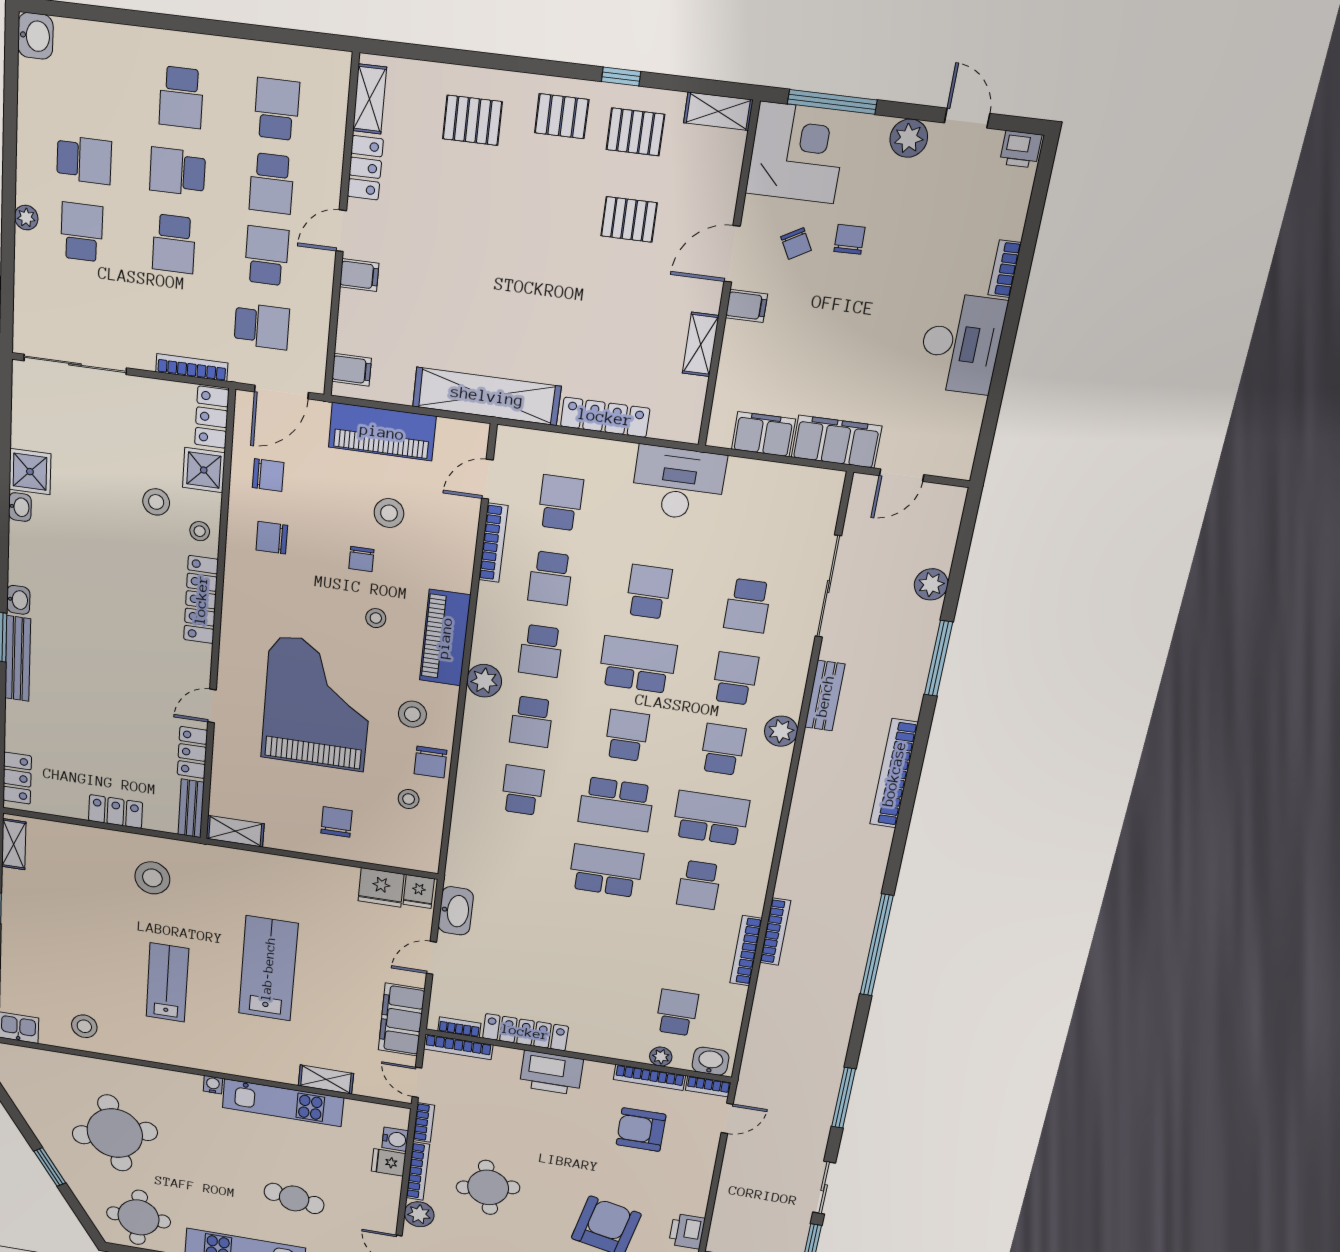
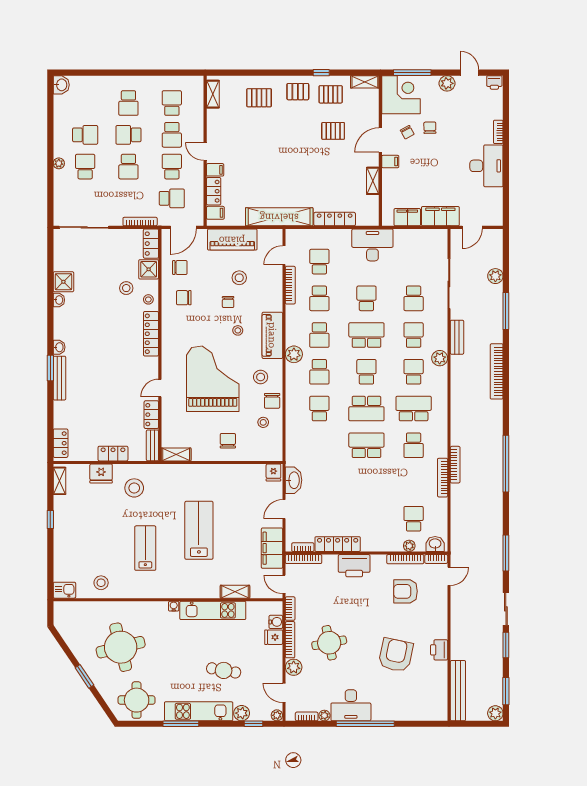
locker: (365, 168) -> (214, 191), moved
door: (341, 231) -> (205, 151), hinge flipped
fridge: (381, 888) -> (101, 474), moved

